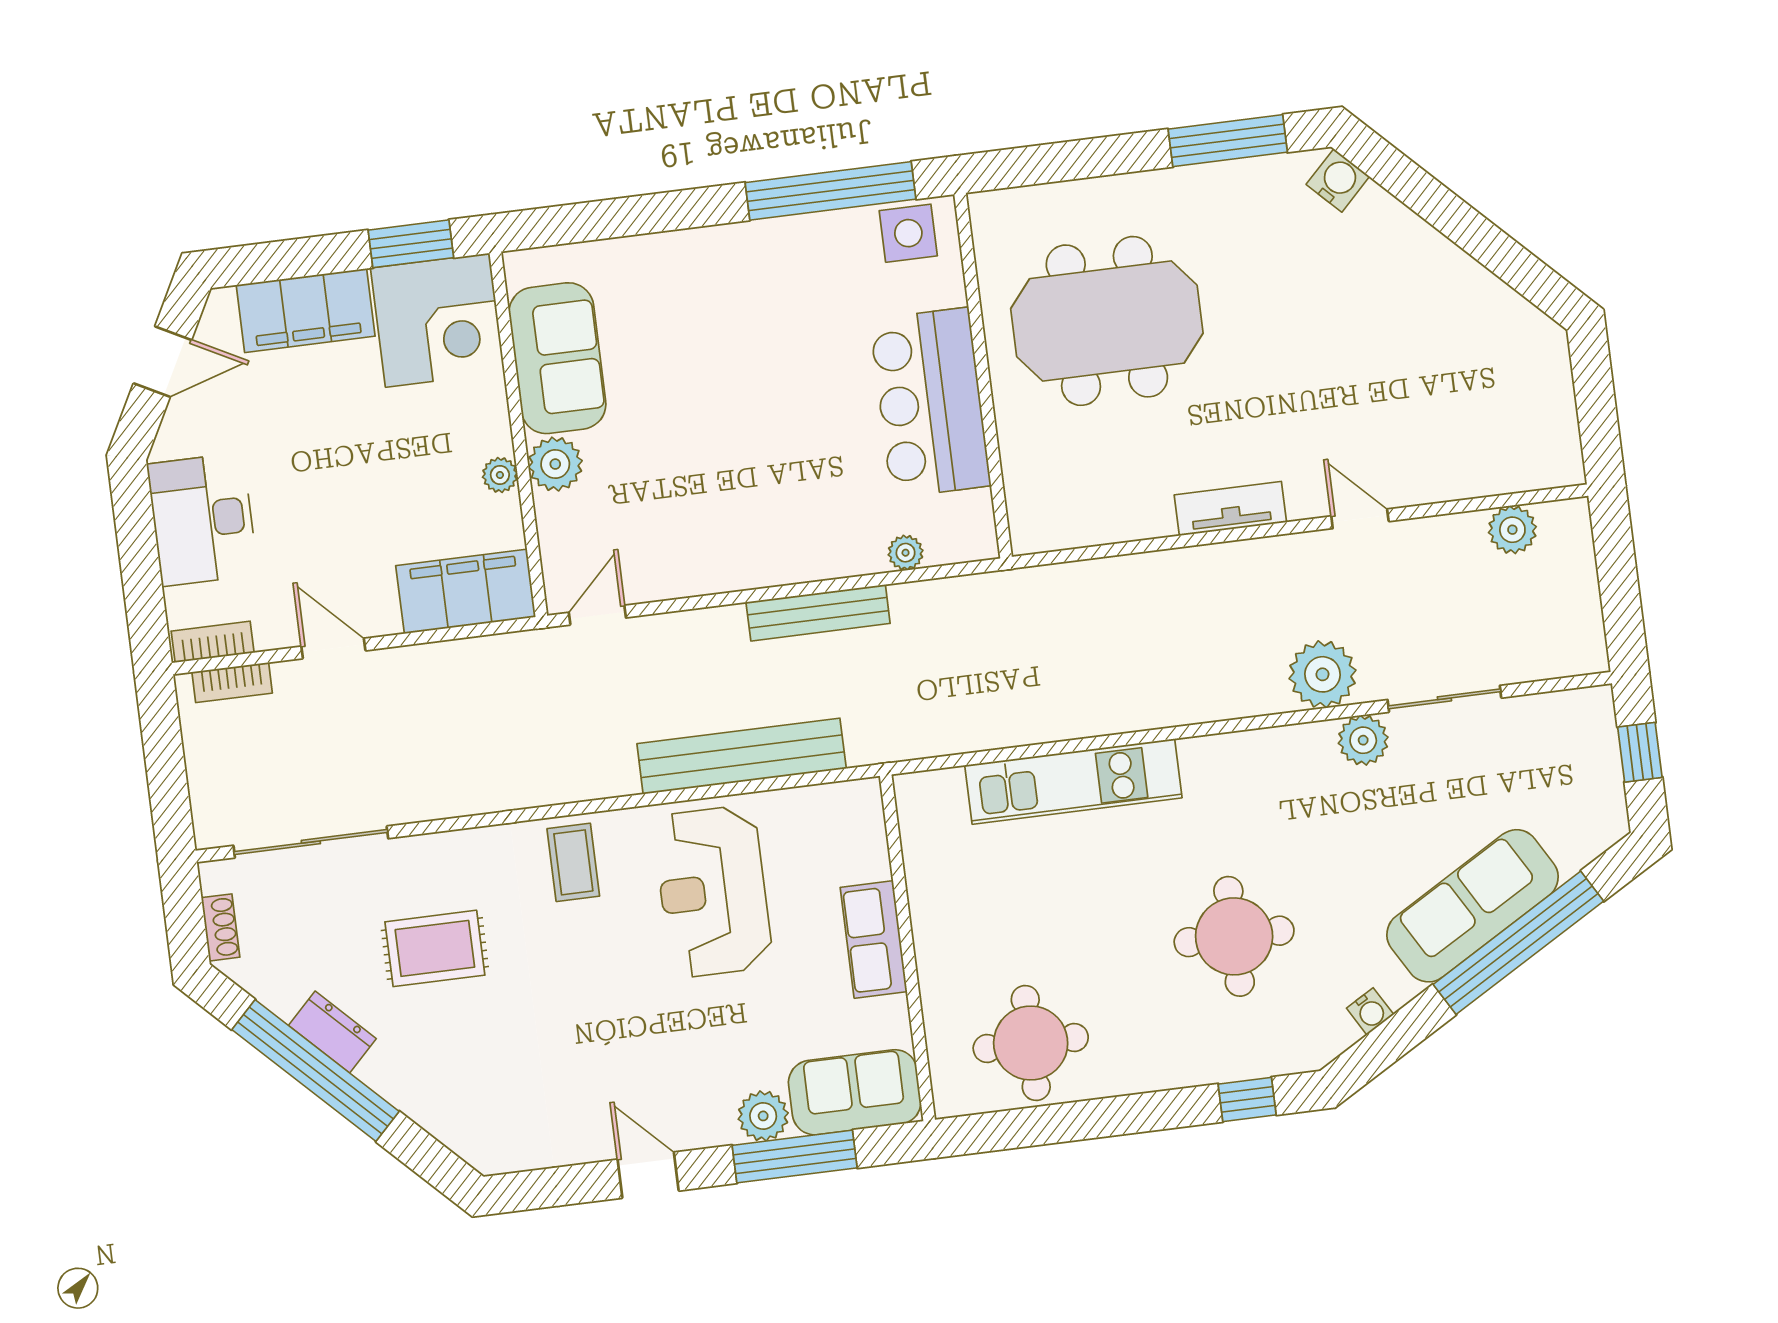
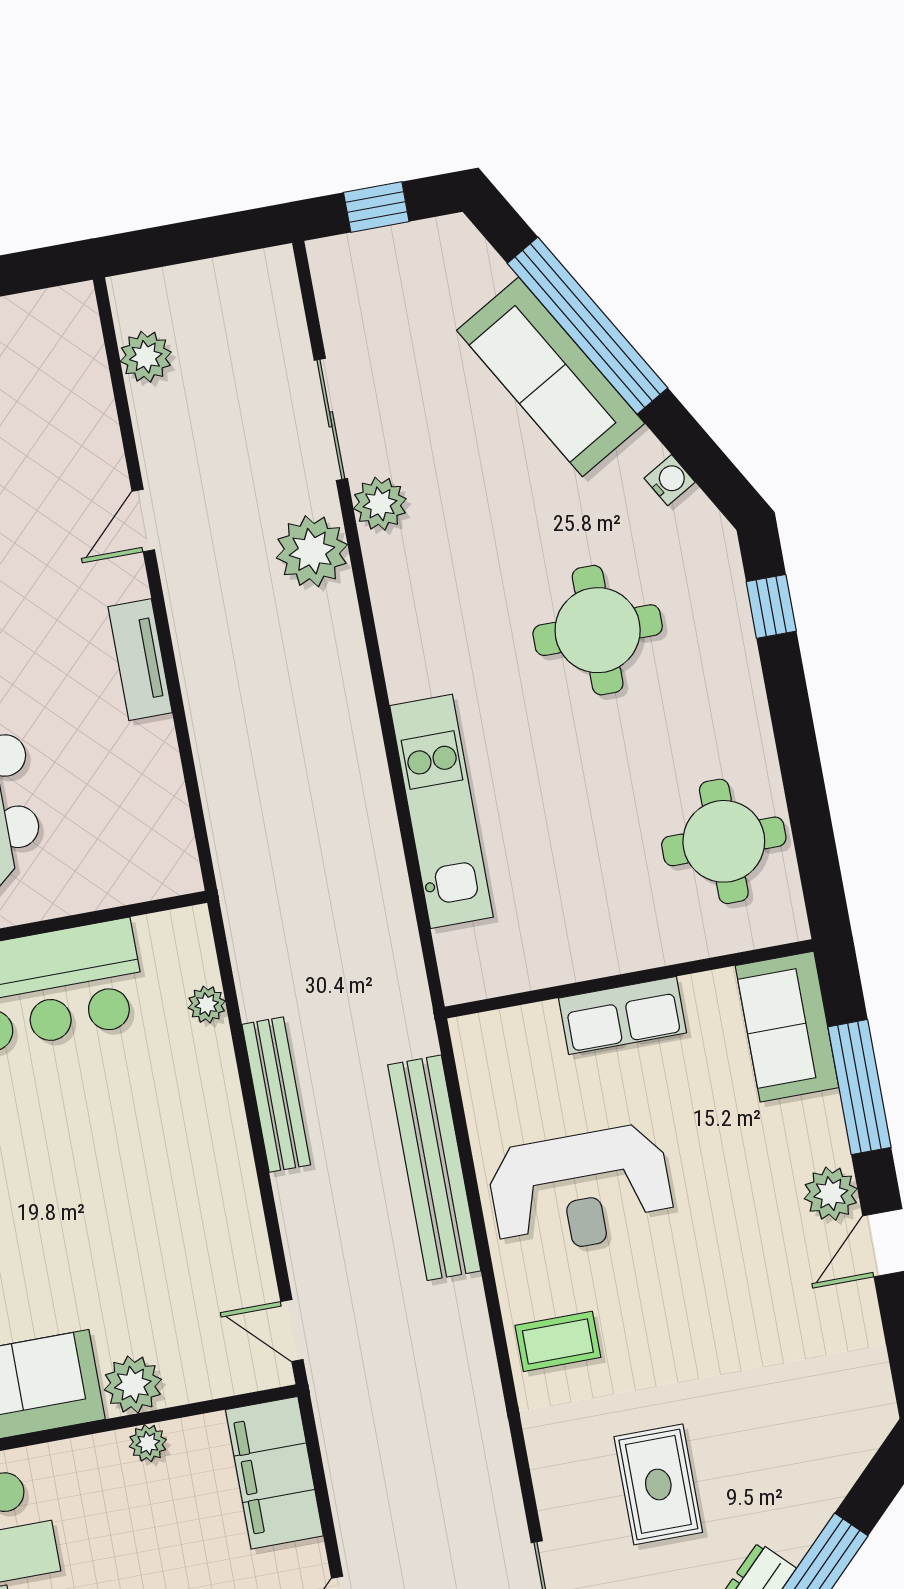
plant: (763, 1116) -> (831, 1194), moved

